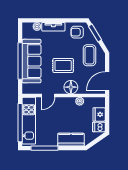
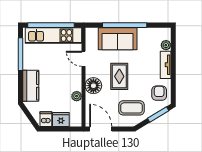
sofa: (32, 61) -> (118, 39), width x0.73

